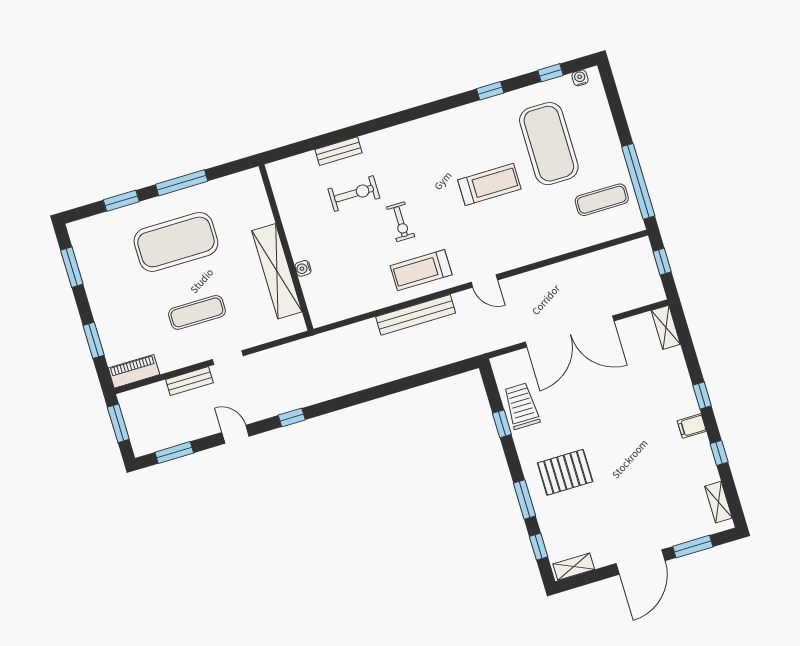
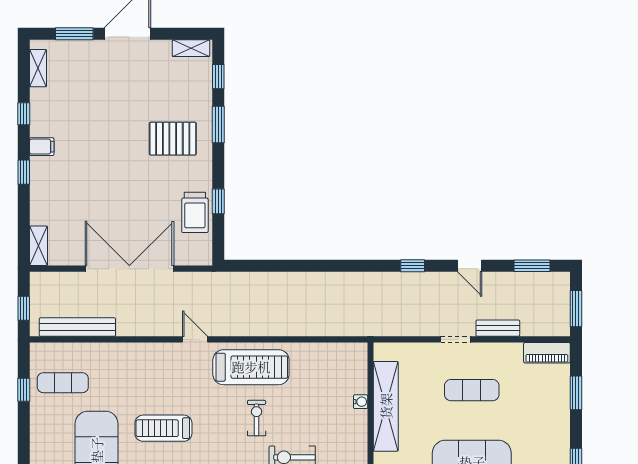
window: (638, 181) -> (24, 390), width x0.32
treadmill: (421, 270) -> (251, 367), width x1.37, depth x1.38
bench: (416, 315) -> (77, 327), moved

